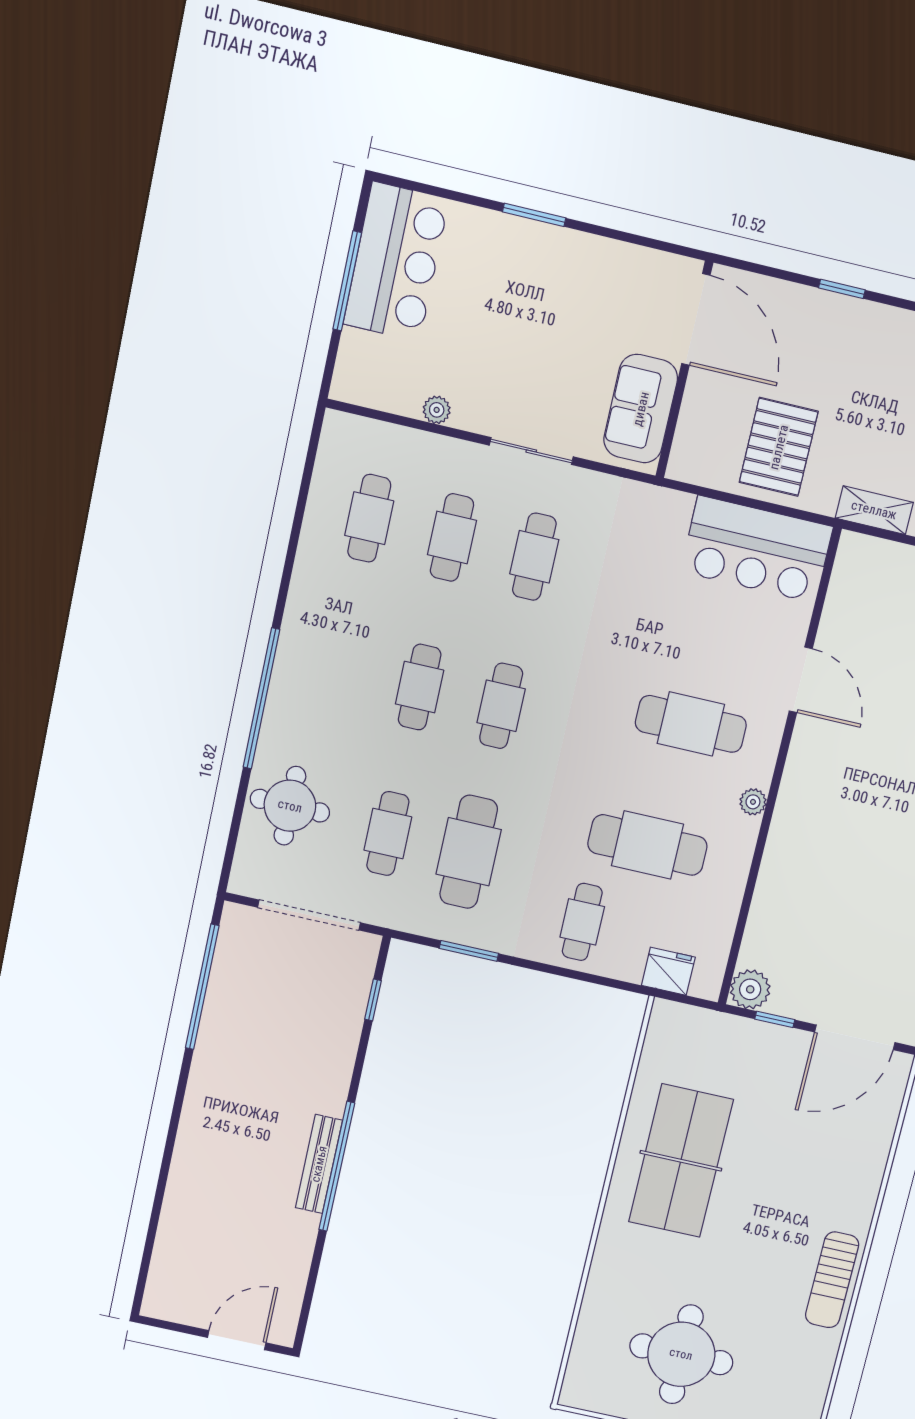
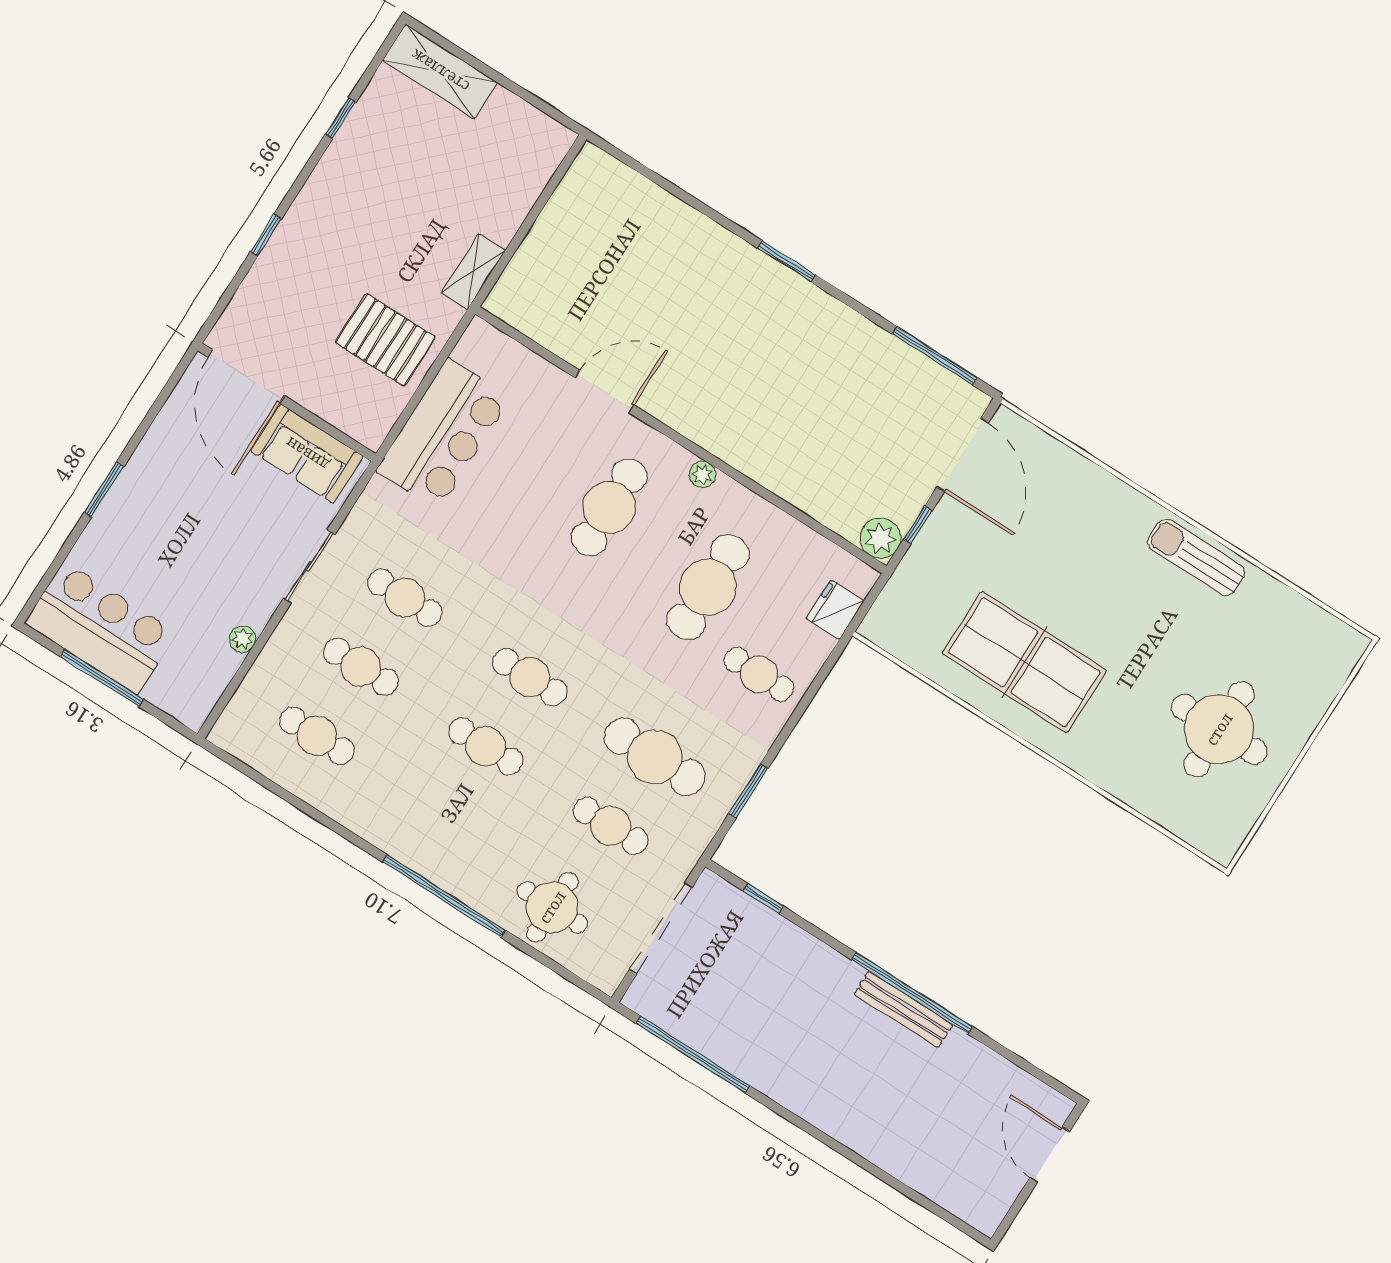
door: (696, 320) -> (246, 376), swing flipped
bar counter: (757, 549) -> (443, 434), moved
sun lounger: (832, 1280) -> (1196, 557), turned 180

